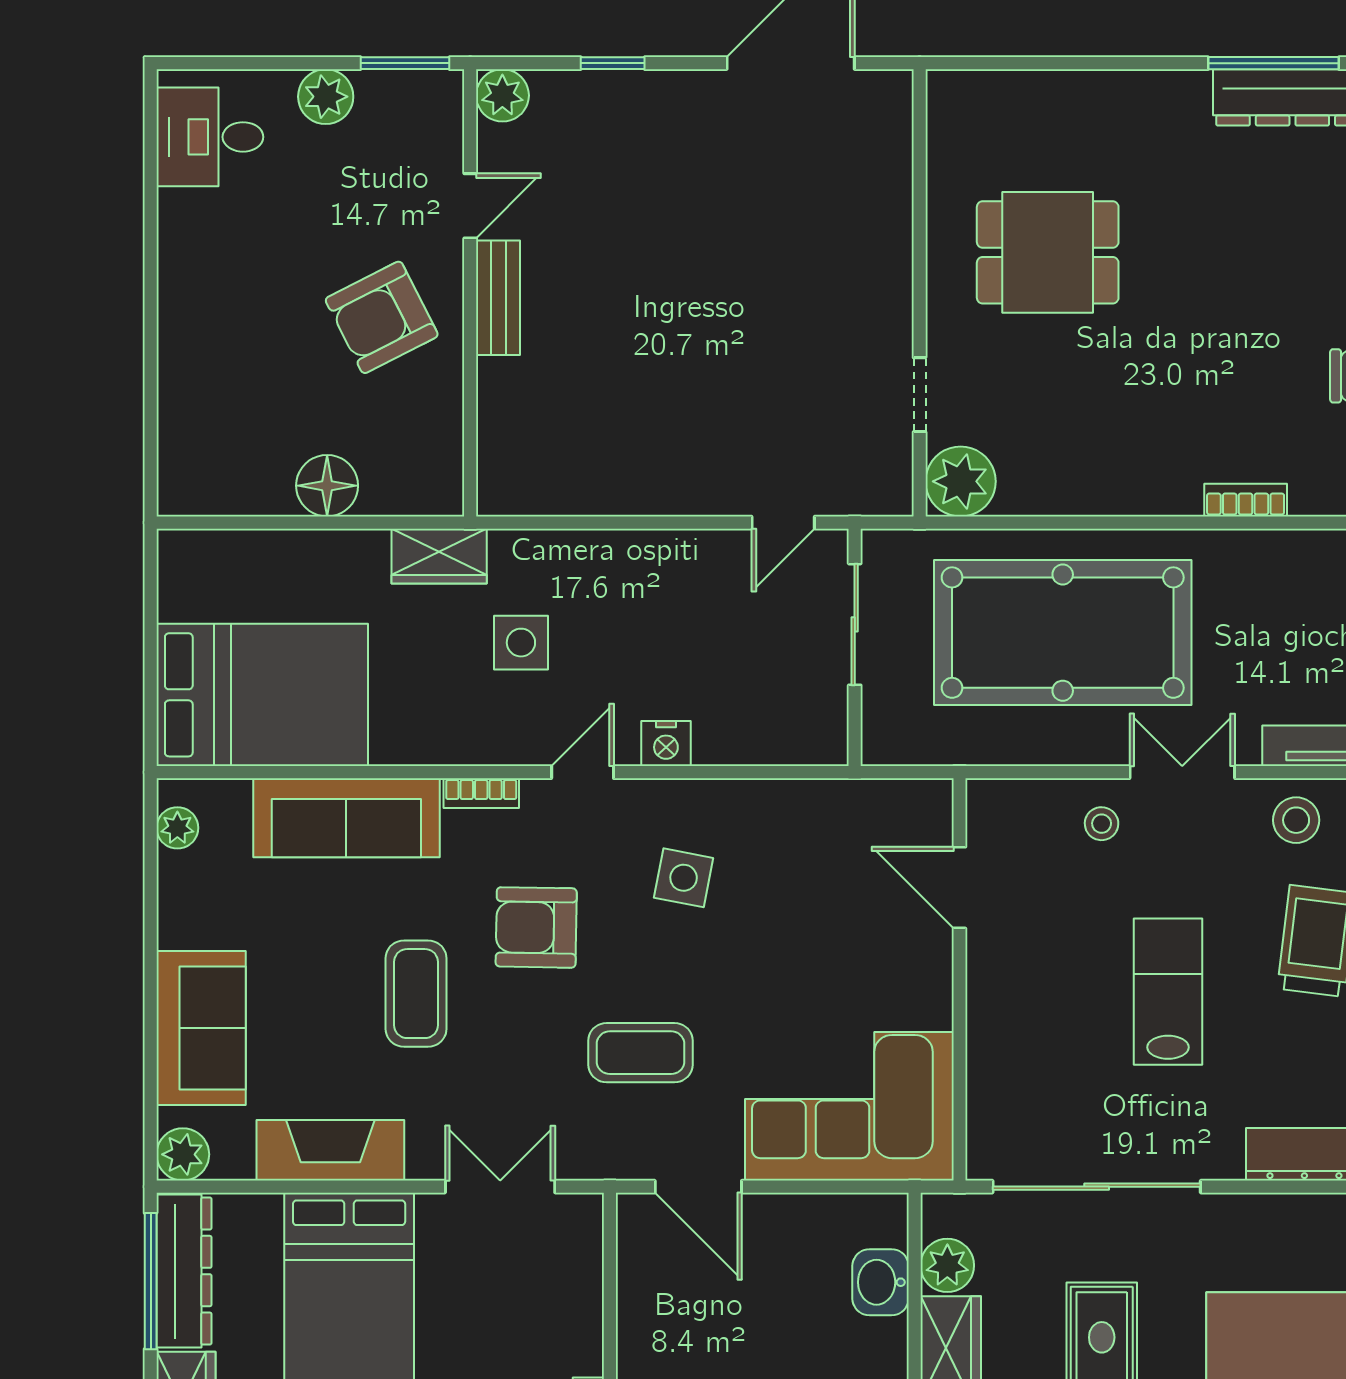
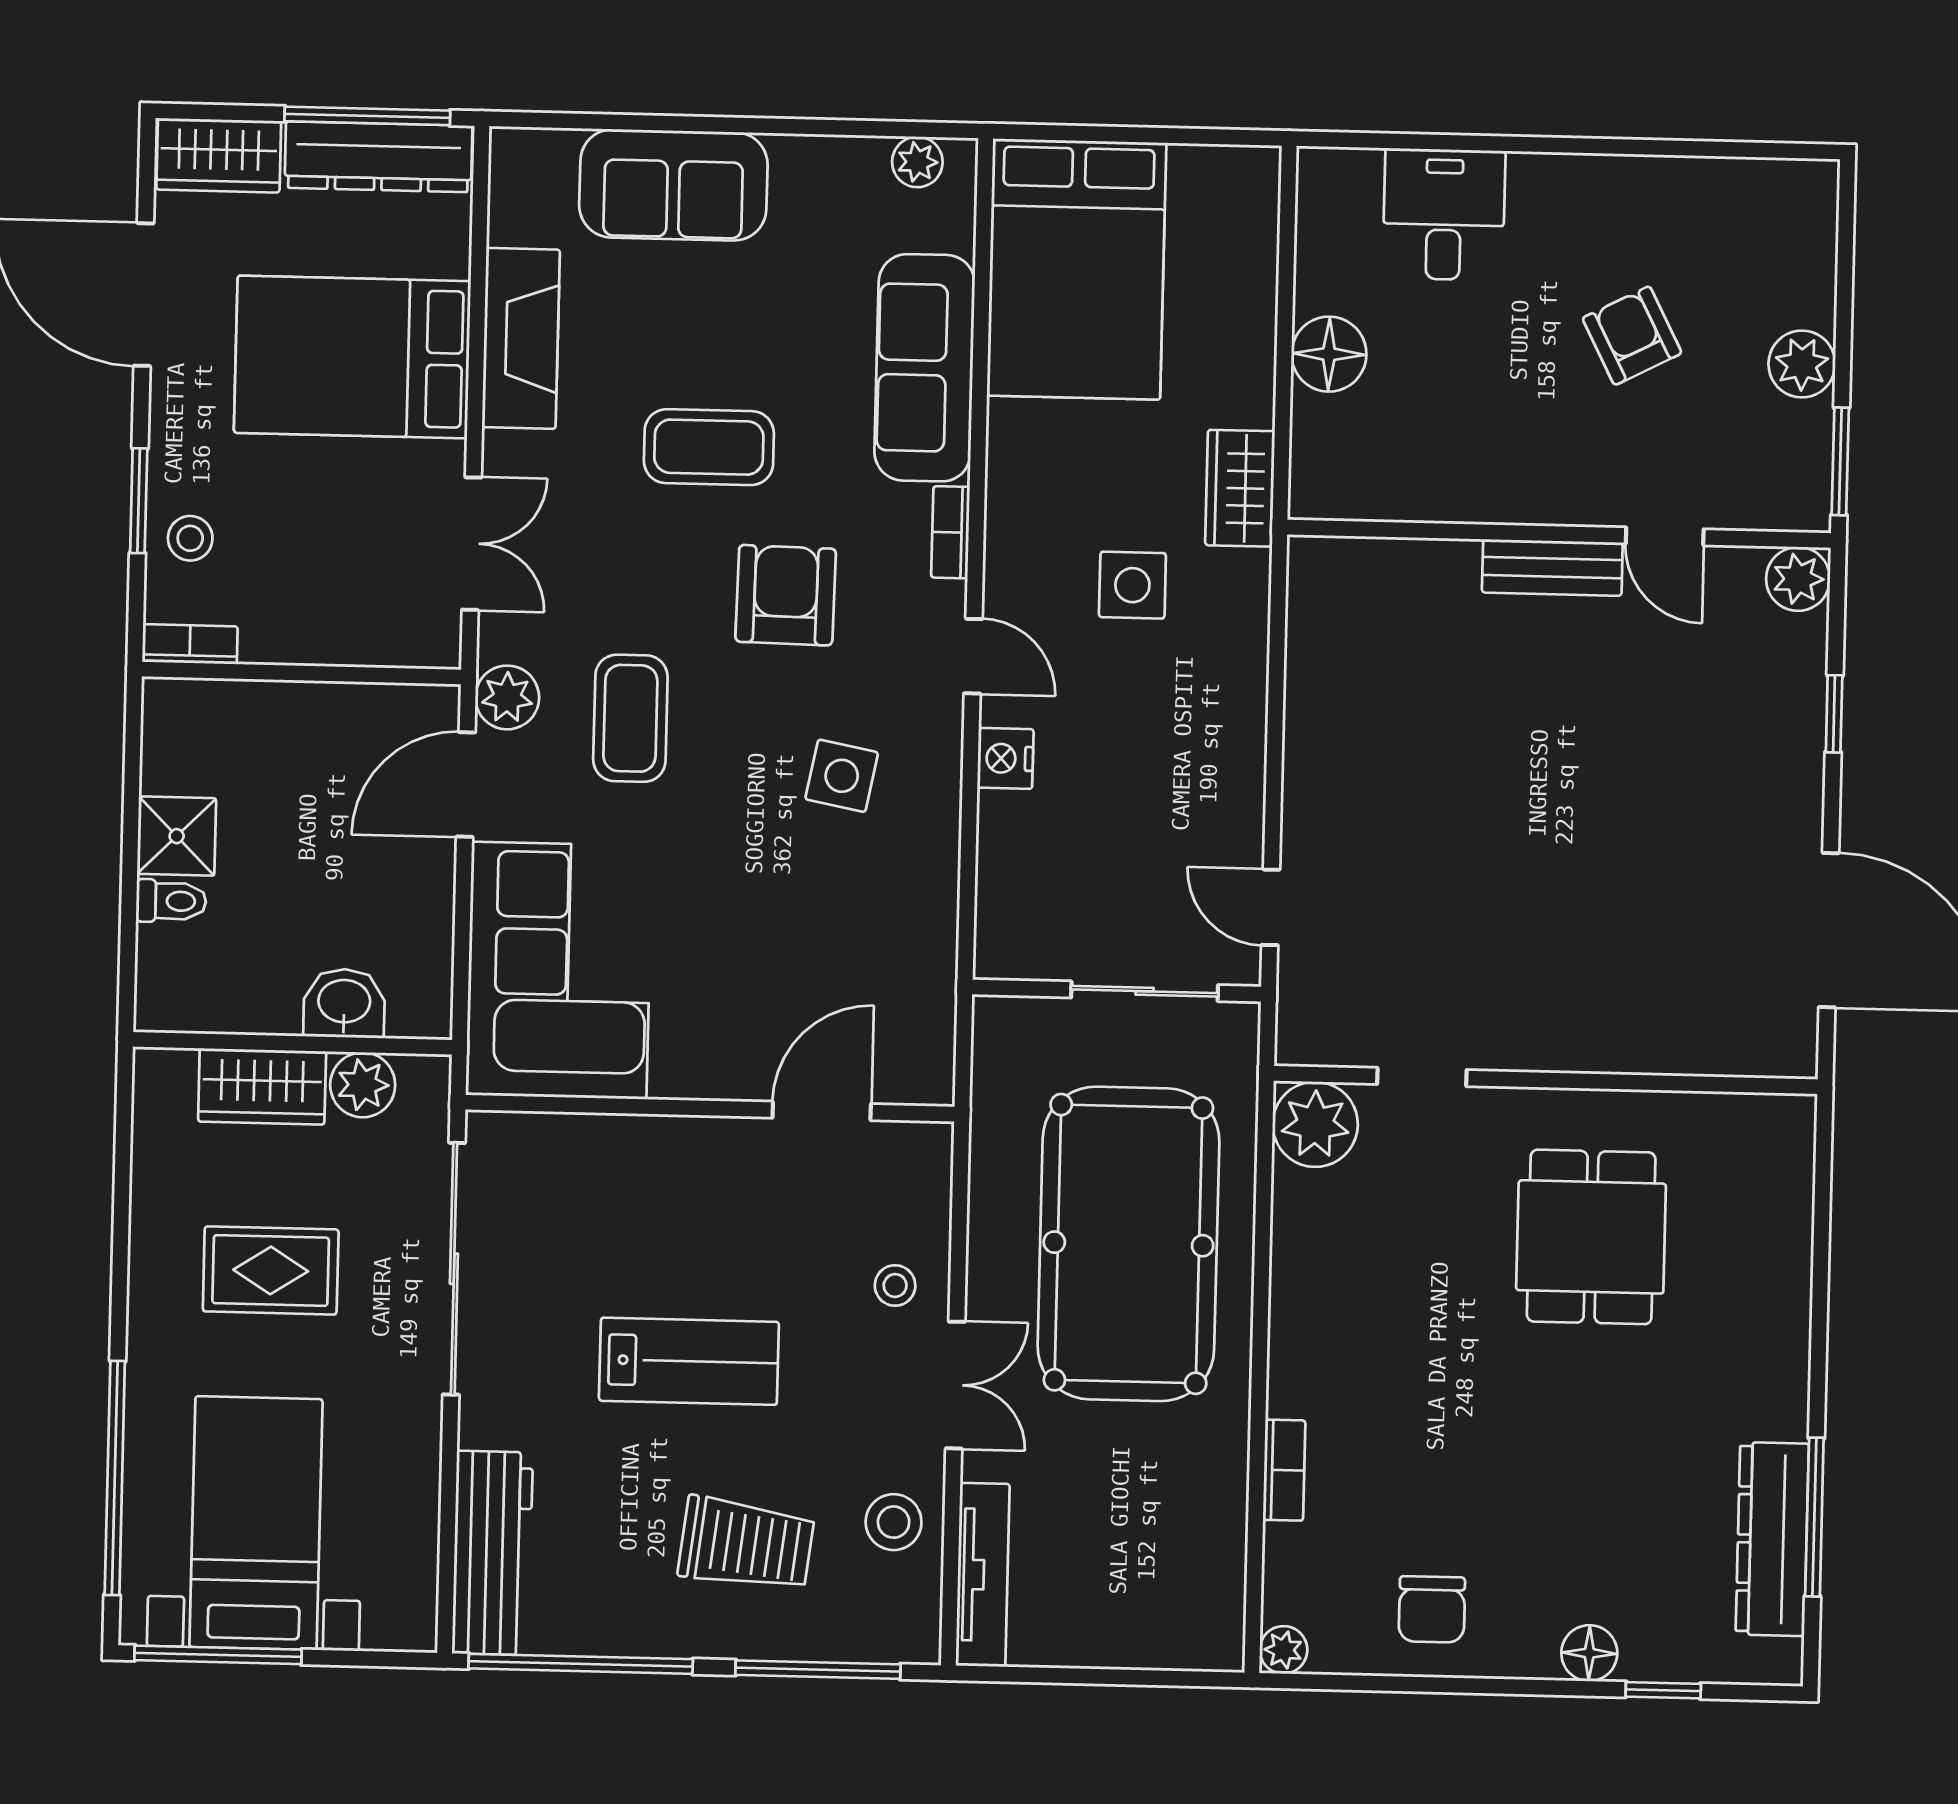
desk: (210, 137) -> (1444, 214), moved
armchair: (382, 317) -> (1632, 336), moved, width x0.72, depth x0.72
plant: (183, 1154) -> (507, 697), moved

